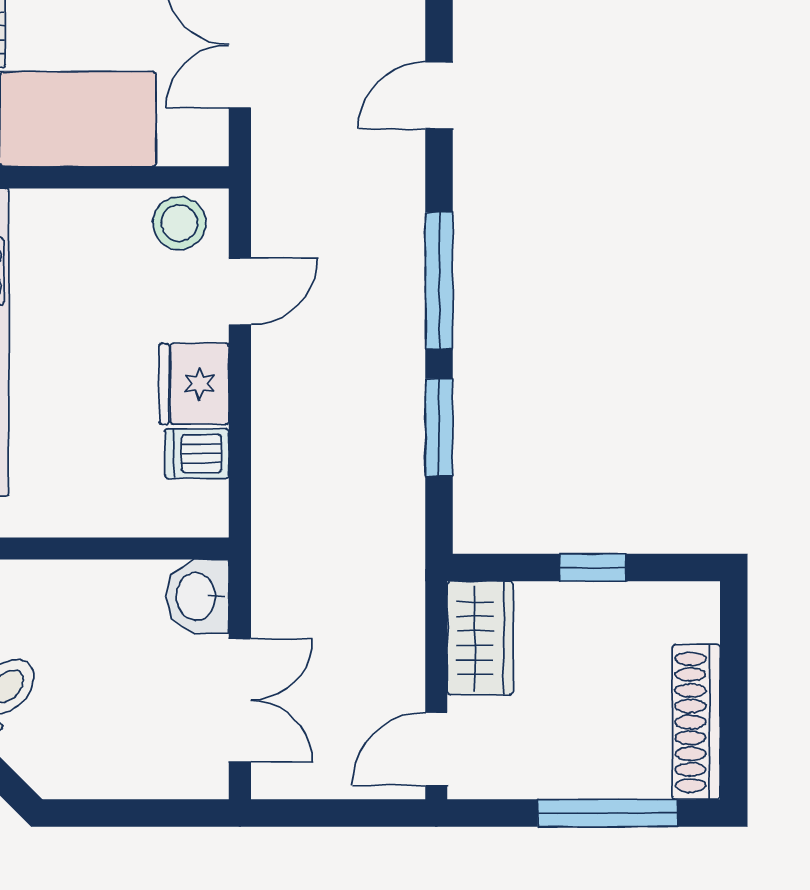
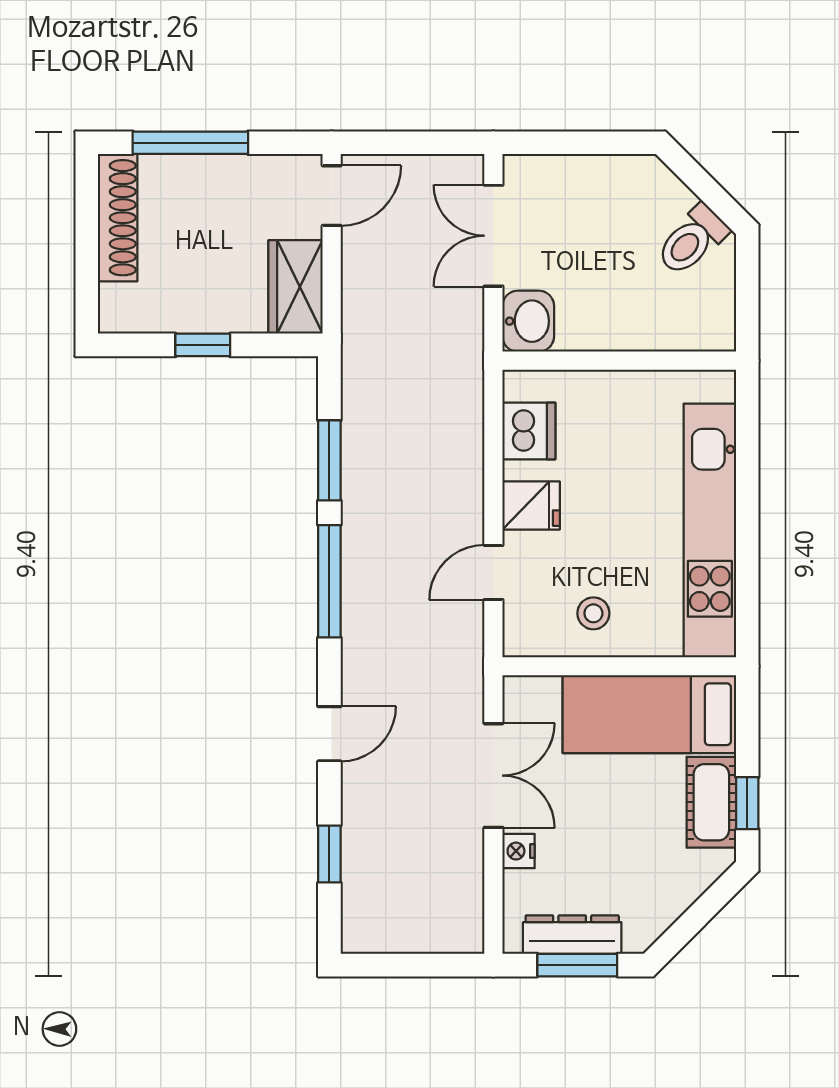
stool: (179, 223) -> (593, 613), moved, width x0.73, depth x0.73
fridge: (194, 384) -> (531, 506), width x0.72
dishwasher: (197, 454) -> (529, 431), width x1.38

